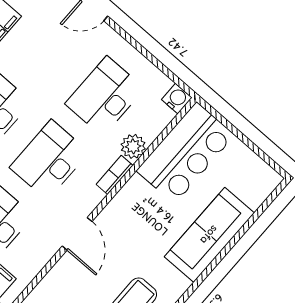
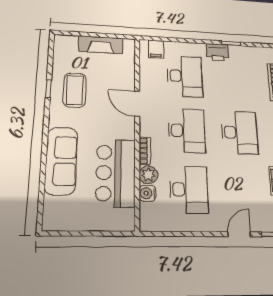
water cooler: (177, 99) -> (147, 193), moved, turned 90
bar counter: (185, 153) -> (116, 173), moved

